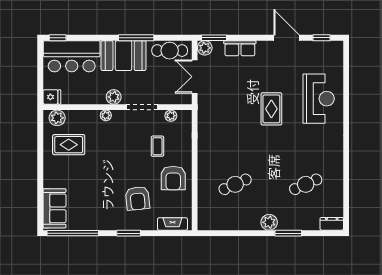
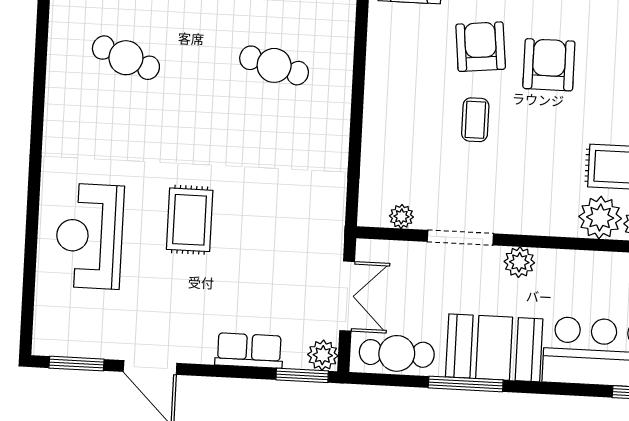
window: (322, 38) -> (76, 364), width x1.50
plant: (106, 115) -> (600, 218), moved, width x1.88, depth x1.88
coffee table: (157, 146) -> (475, 120), moved
armchair: (173, 178) -> (549, 65), moved
cafe table: (235, 184) -> (274, 65), turned 39
cafe table: (306, 184) -> (126, 58), turned 45

